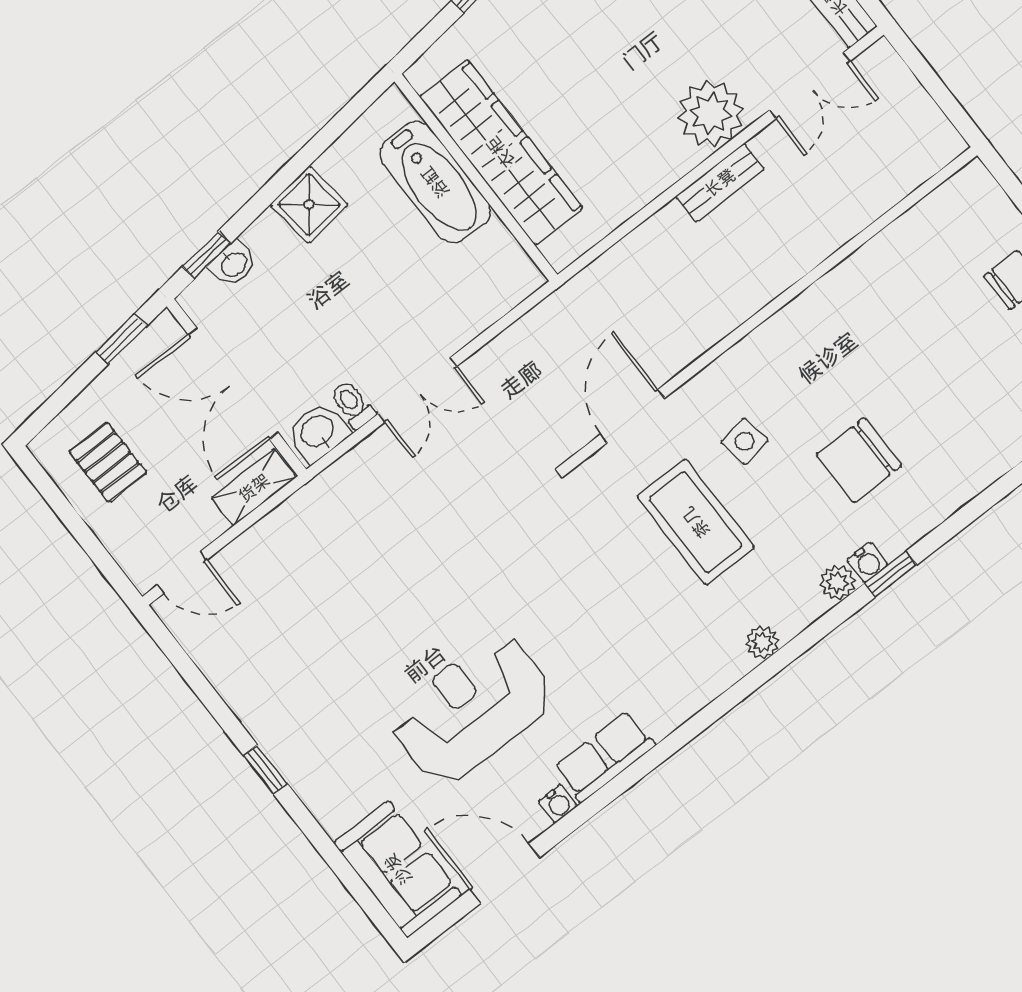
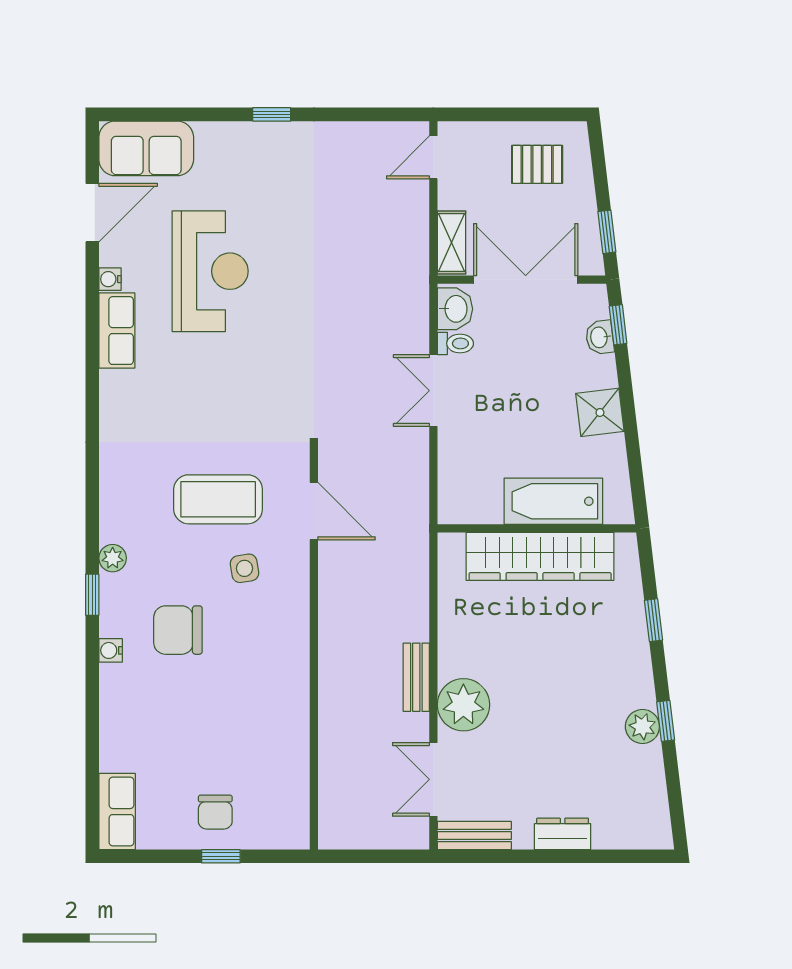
chair: (859, 460) -> (178, 630), turned -90
water cooler: (867, 562) -> (111, 650), moved
plant: (762, 642) -> (112, 483), removed

